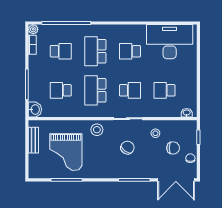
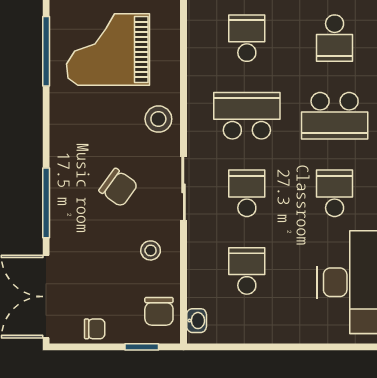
school desk: (95, 51) -> (335, 116), turned 180
school desk: (130, 90) -> (247, 193), turned 180
chair: (173, 148) -> (159, 311), moved

